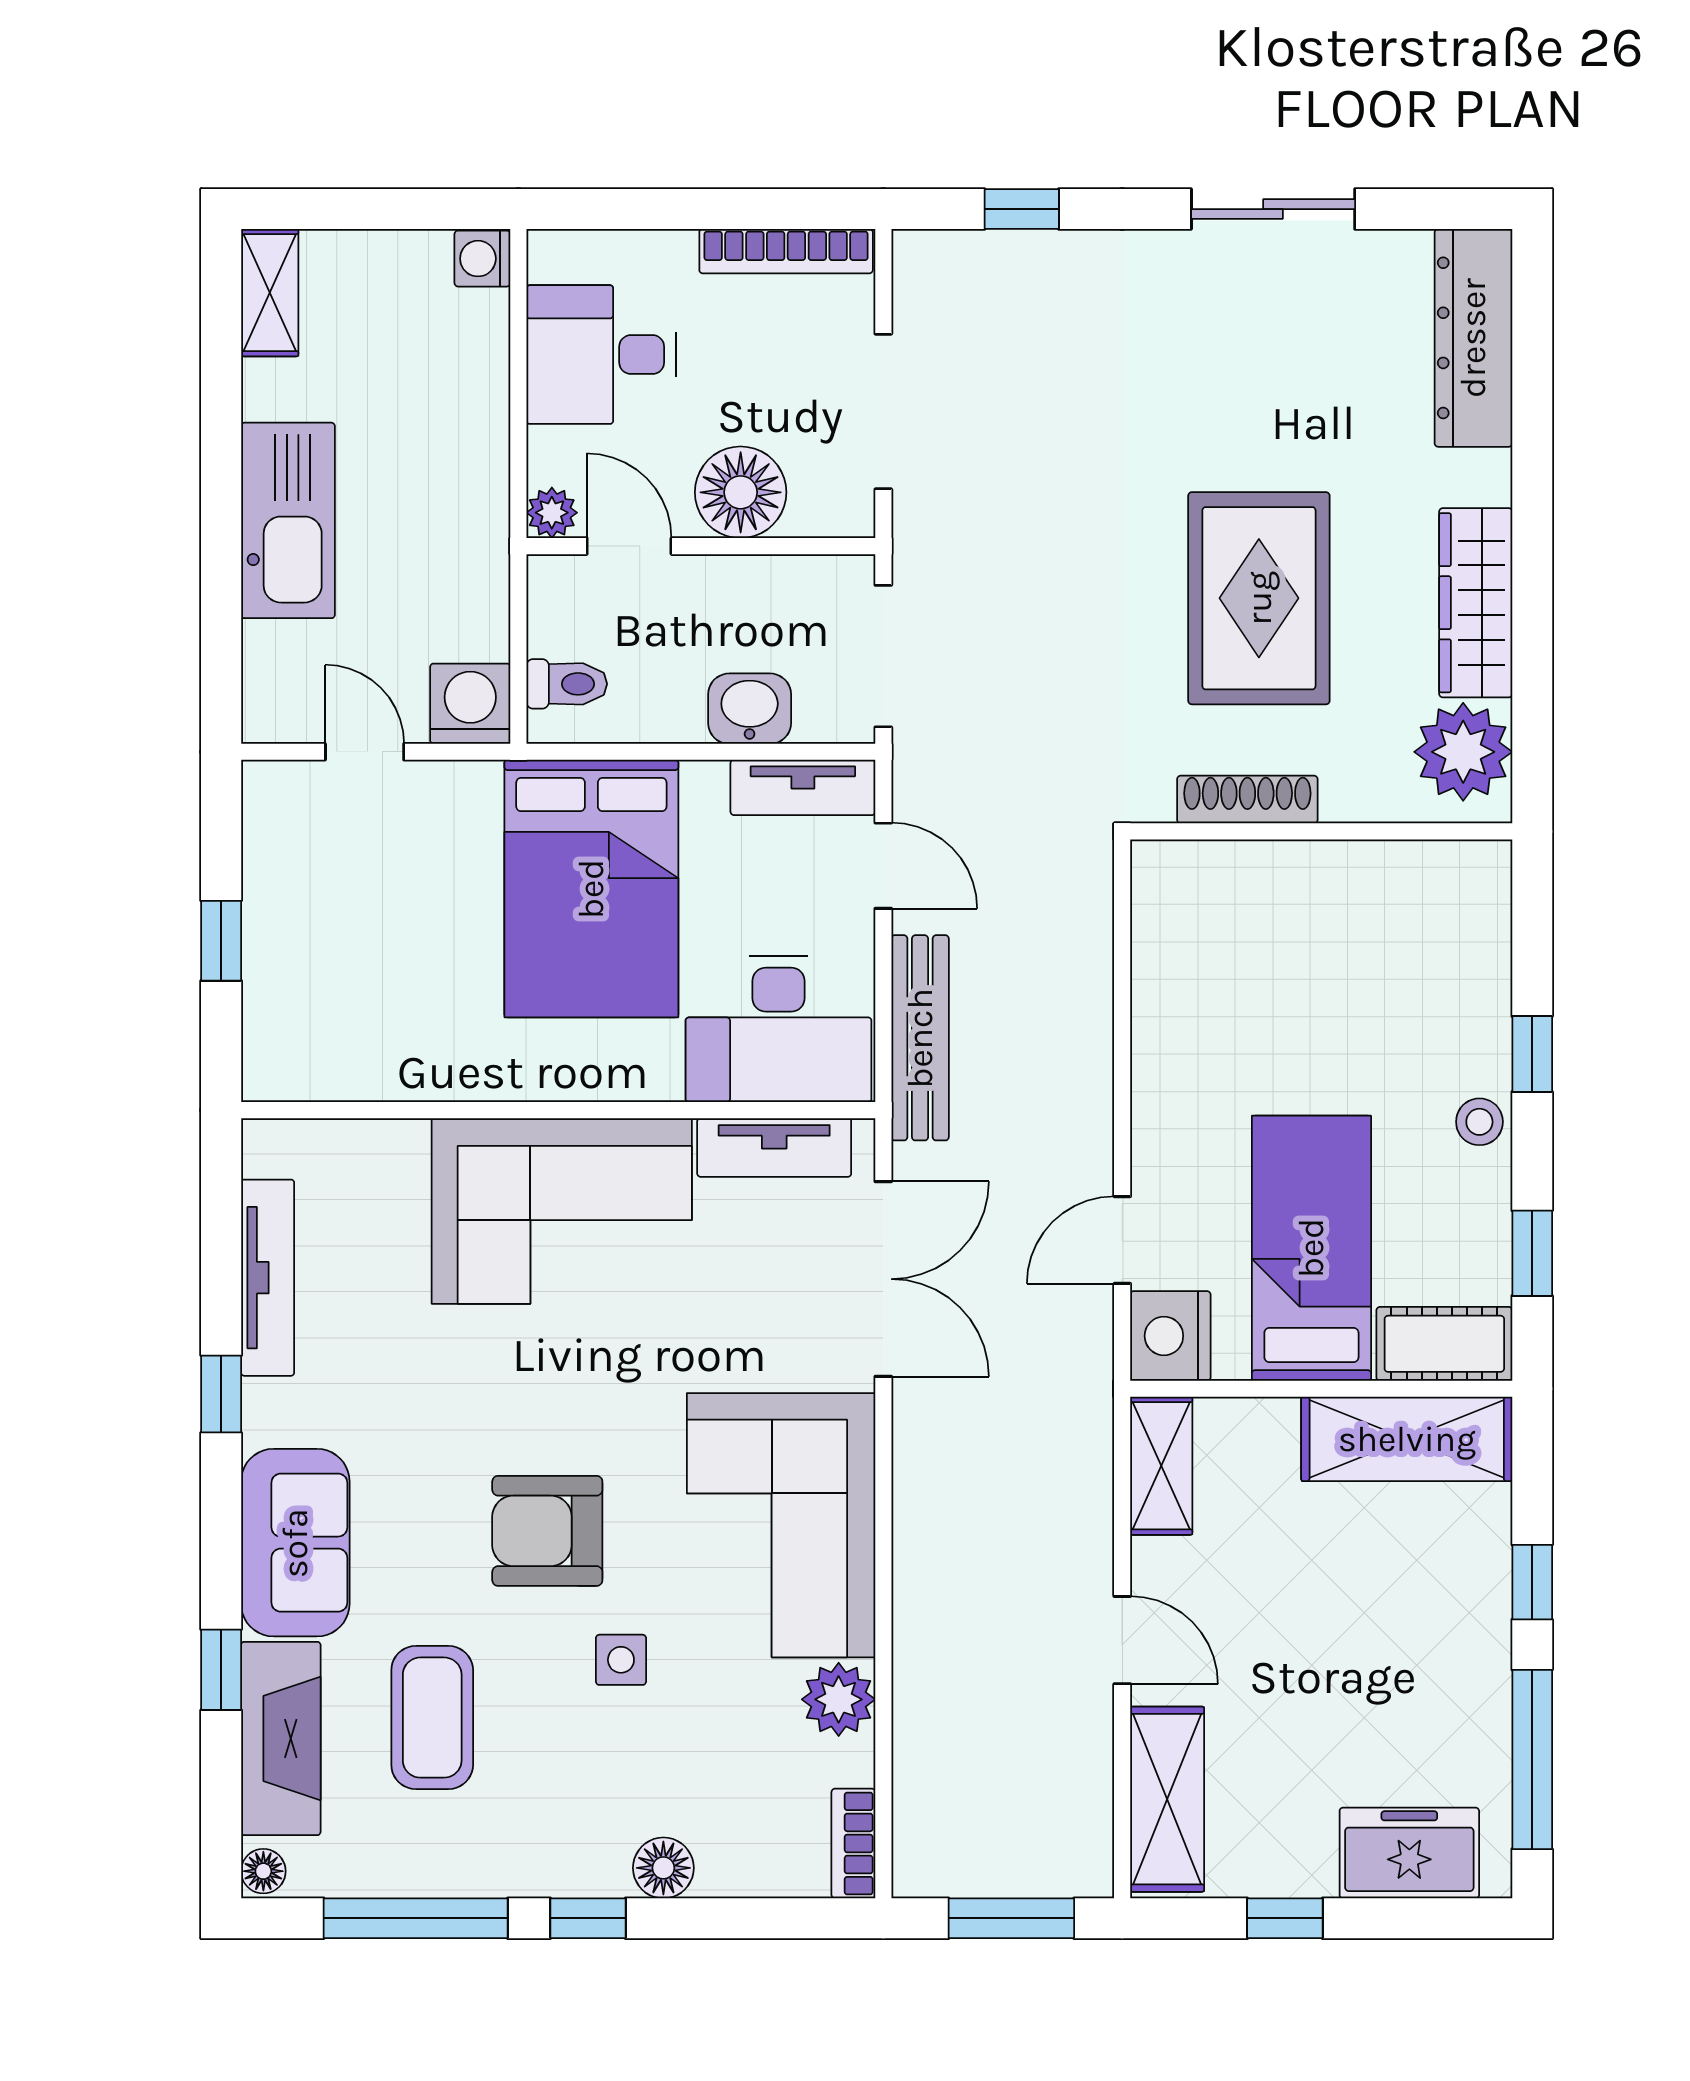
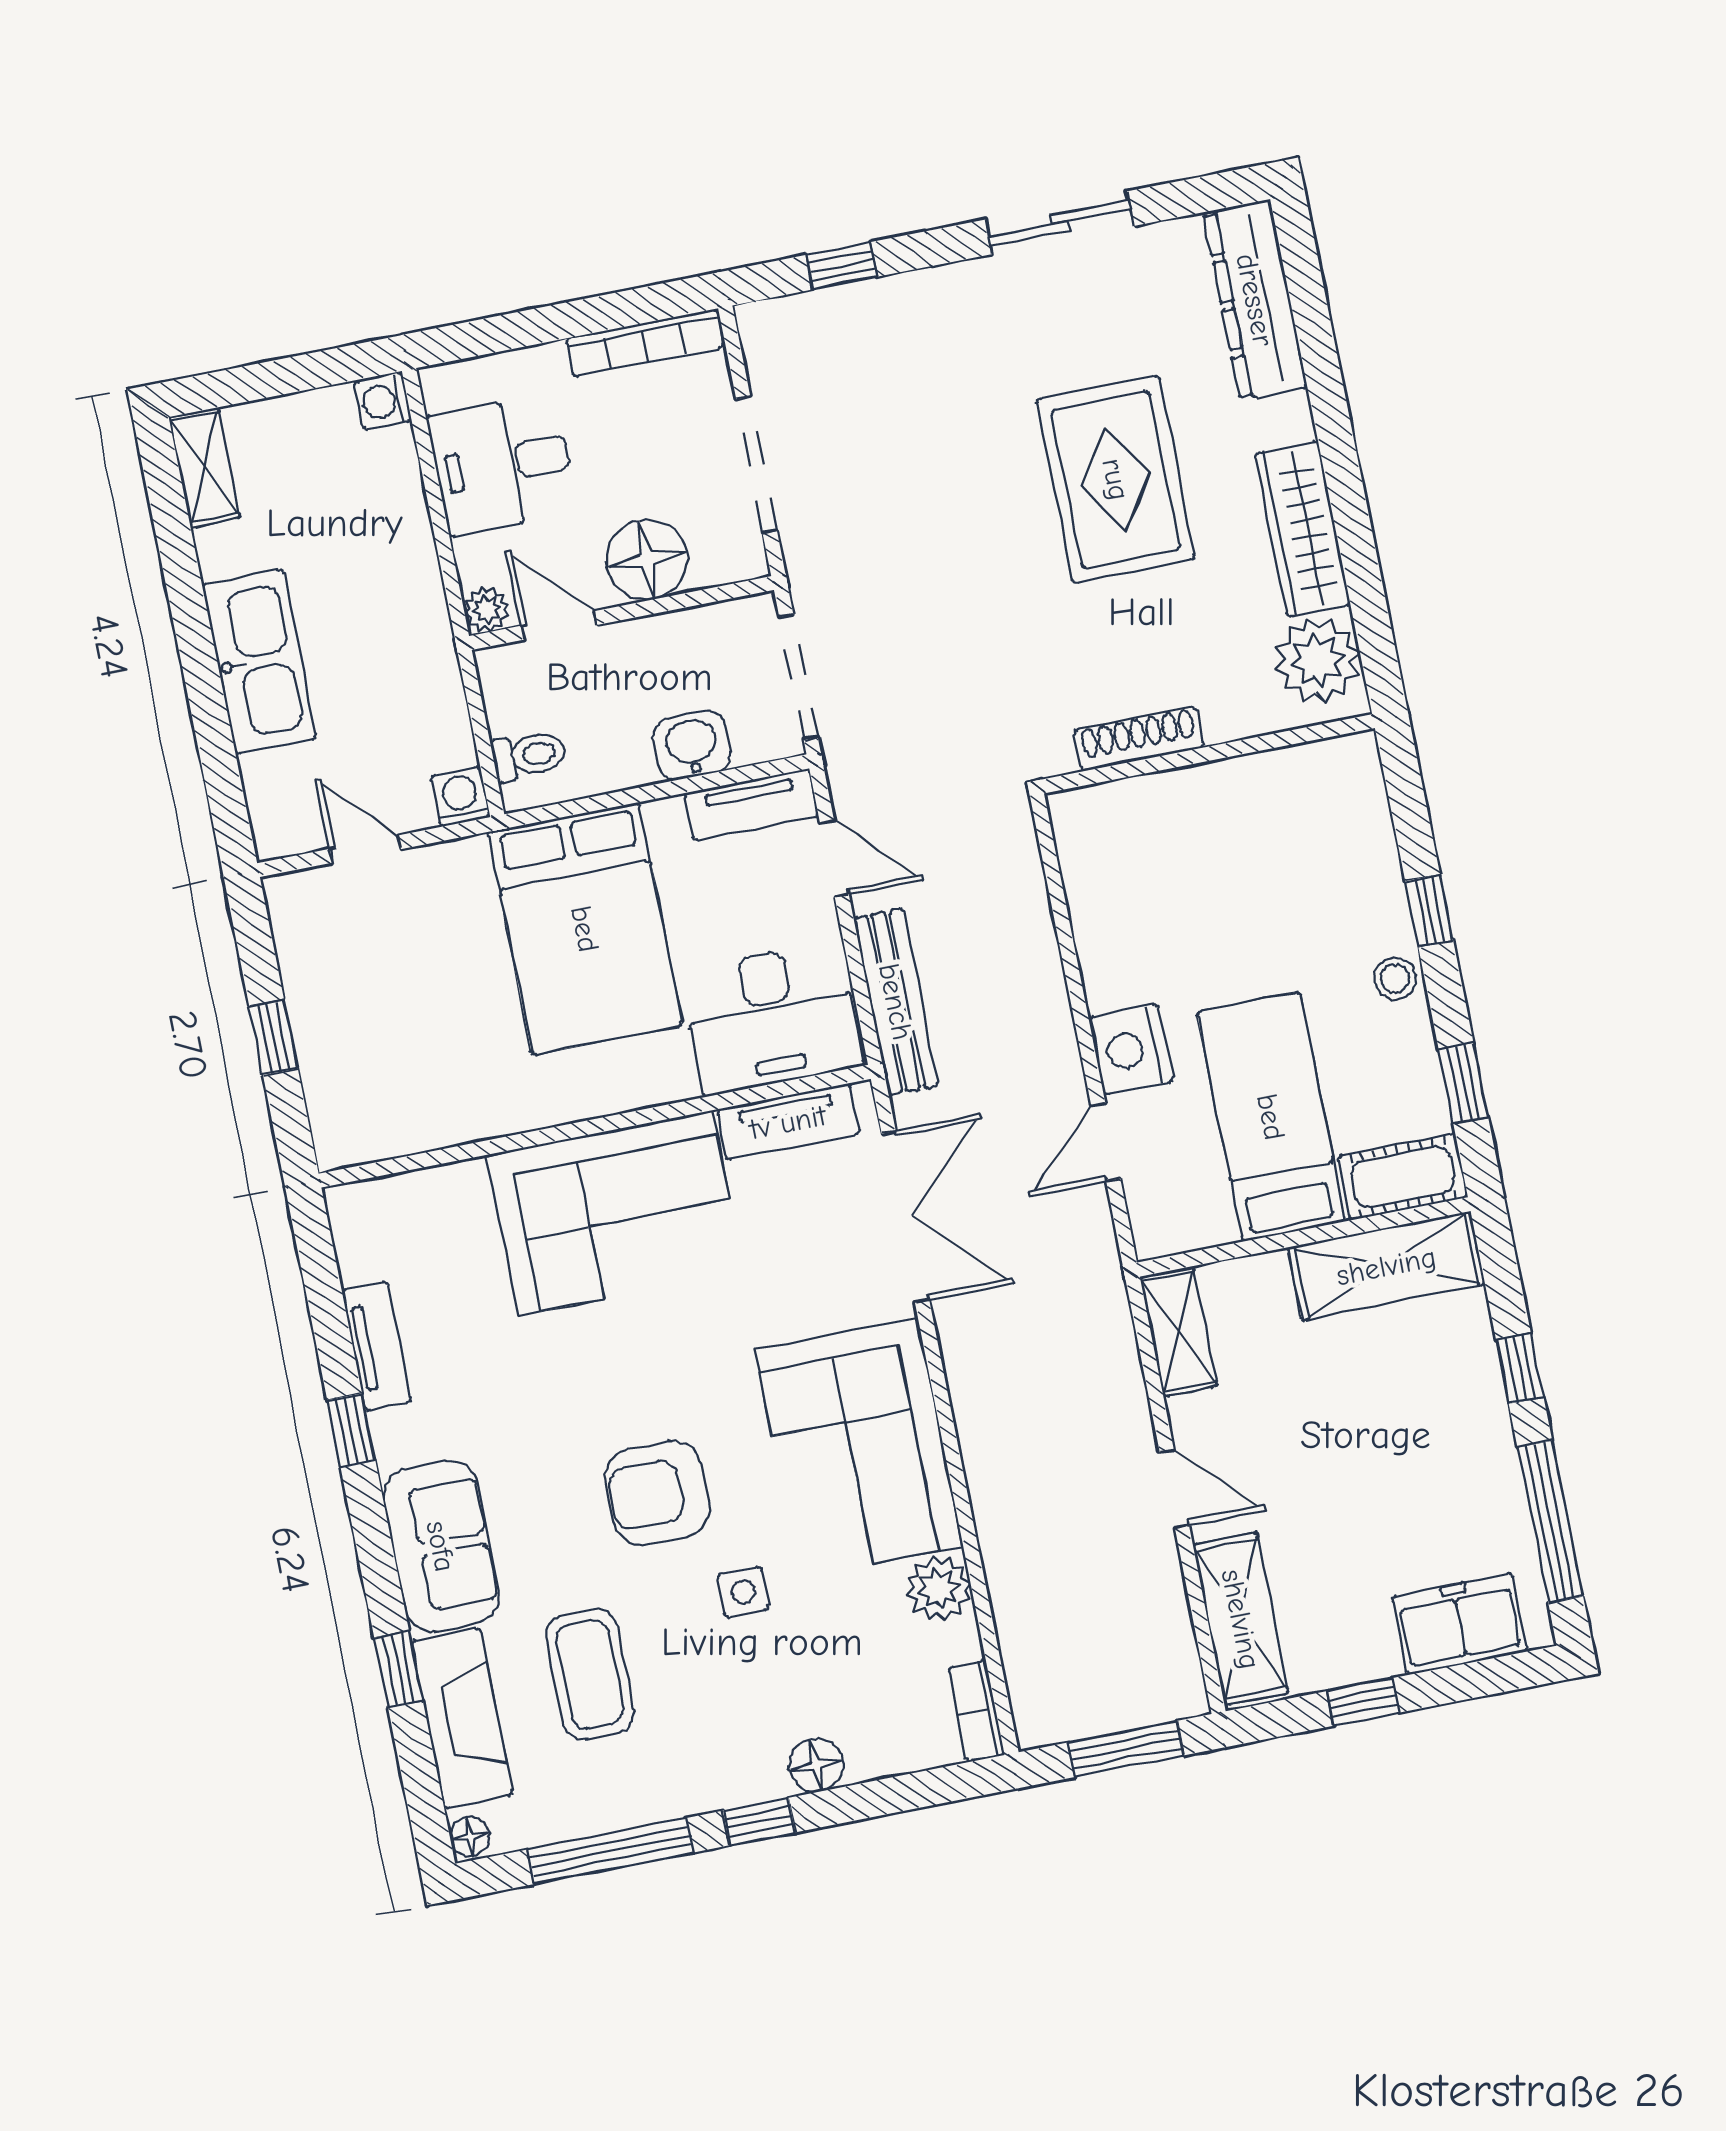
rug: (1259, 598) -> (1116, 479), moved
washing machine: (470, 704) -> (460, 797), width x0.73, depth x0.73
tv unit: (268, 1278) -> (377, 1346), width x0.71
nightstand: (1170, 1336) -> (1131, 1050), moved

